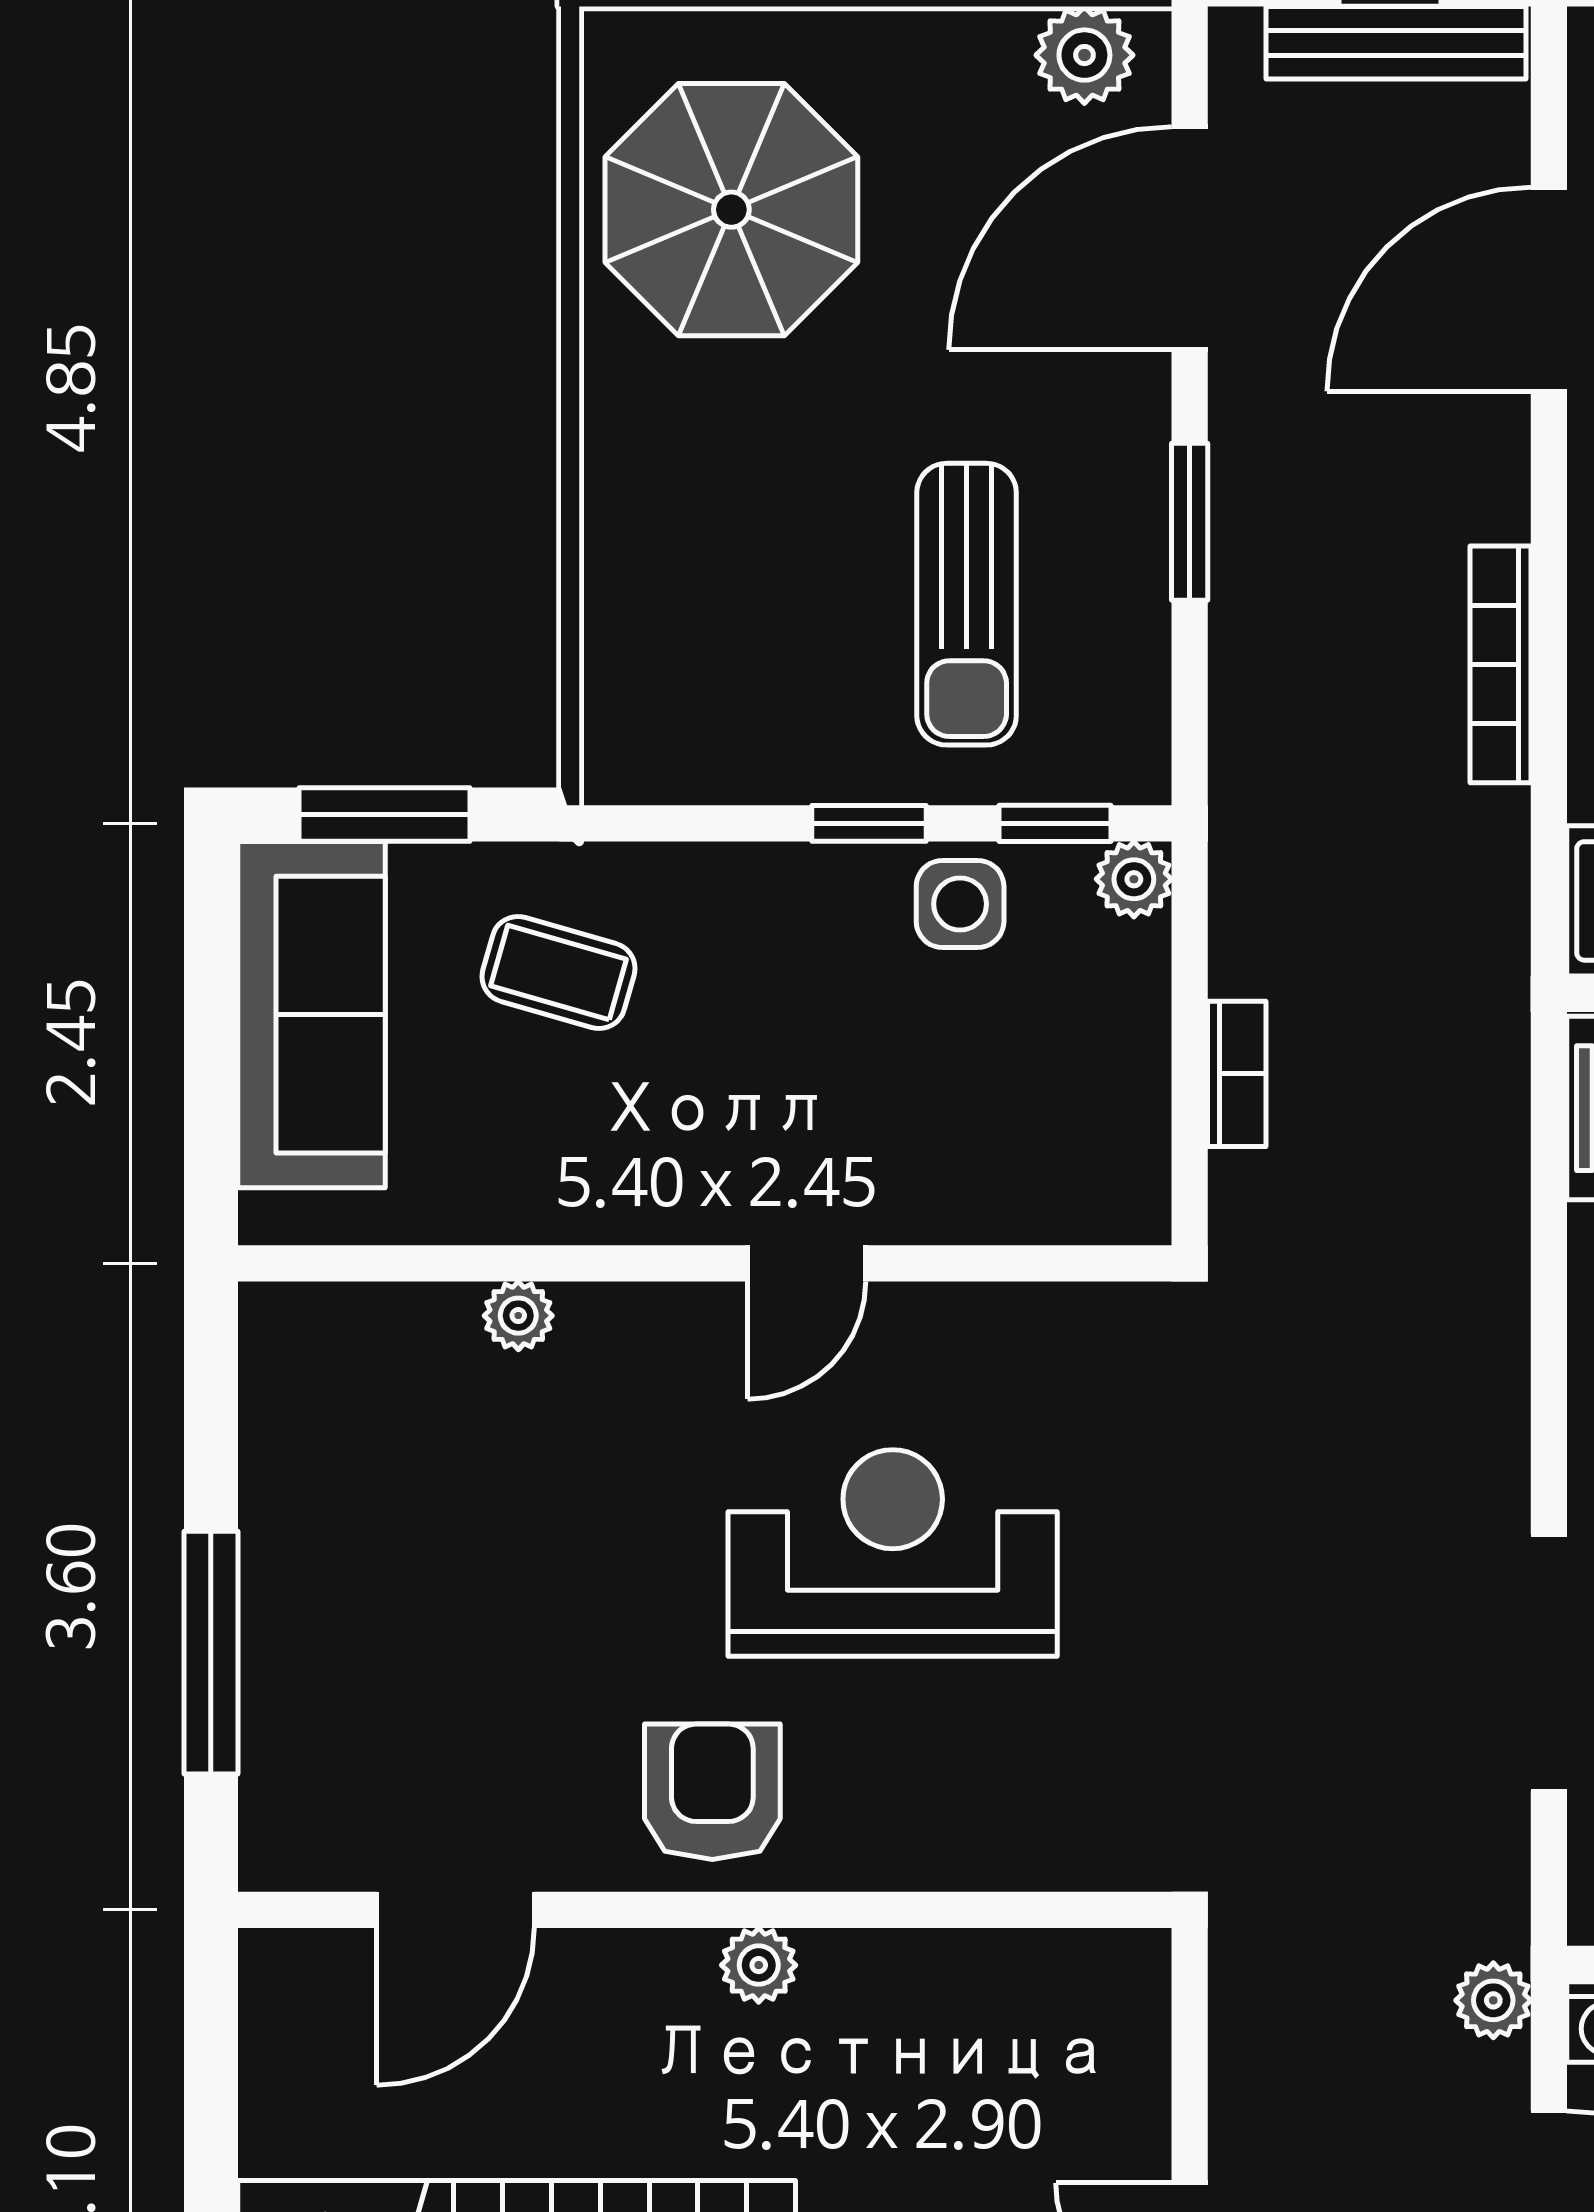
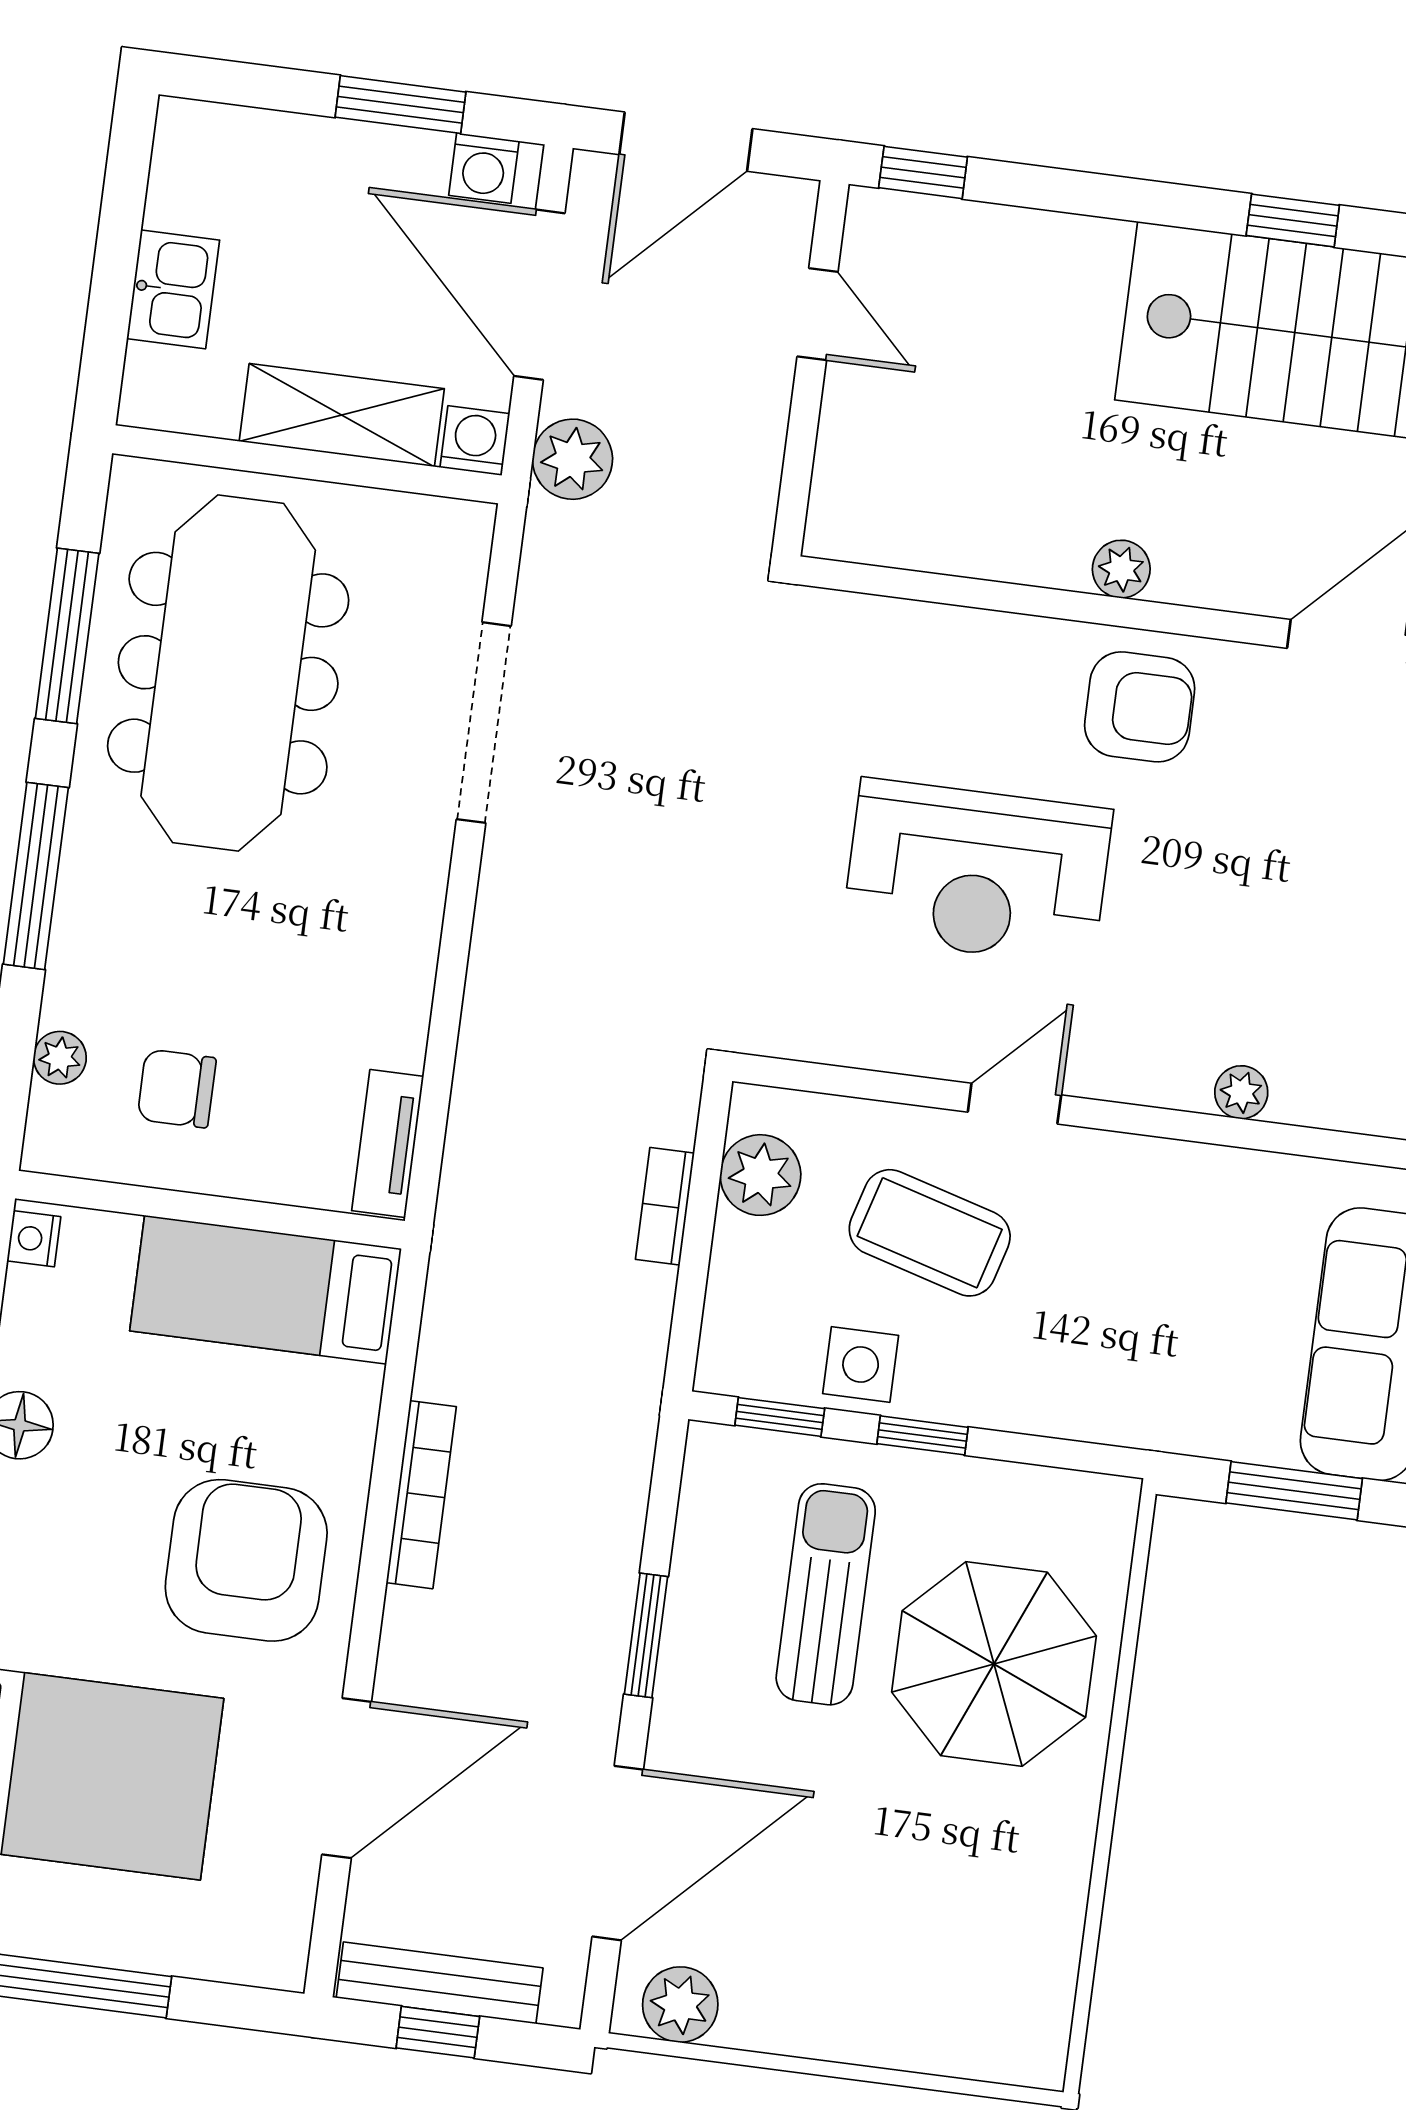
parasol: (731, 210) -> (994, 1664), moved
plant: (1134, 879) -> (760, 1175), moved, width x1.38, depth x1.38
coffee table: (558, 972) -> (930, 1233), moved, width x1.36, depth x1.30
armchair: (712, 1792) -> (1140, 707), turned -90
plant: (1493, 2000) -> (572, 459), width x1.38, depth x1.38

